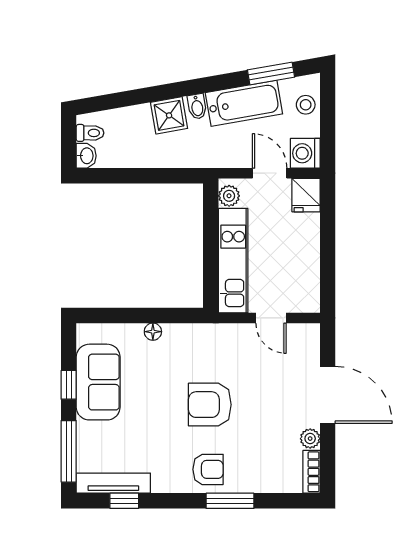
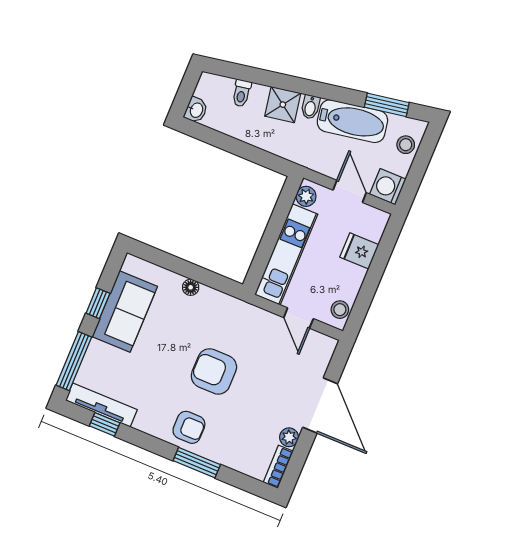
toilet: (90, 133) -> (242, 93), moved, turned 80
fridge: (306, 195) -> (359, 251), moved, turned 90
stool: (308, 293) -> (340, 310), added

